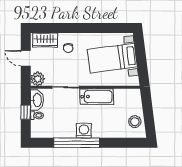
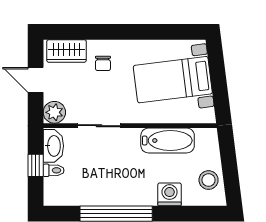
bathtub: (97, 97) -> (168, 141), moved
washing machine: (84, 131) -> (170, 194), moved

